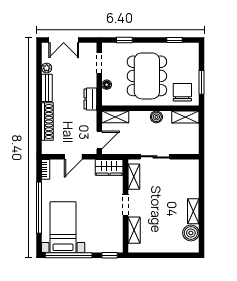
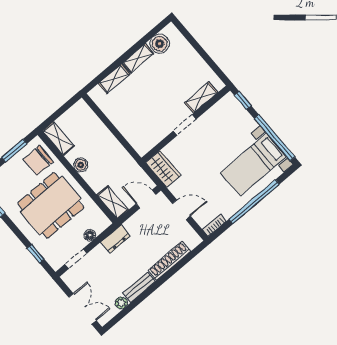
sliding door: (155, 157) -> (118, 135), removed
shelving: (134, 177) -> (114, 79), moved

